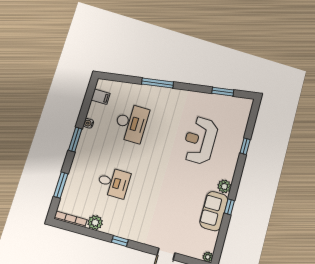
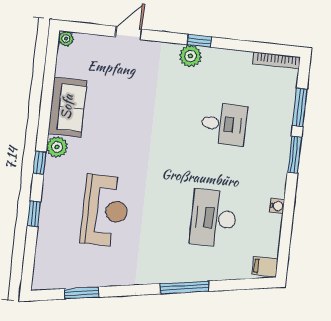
filing cabinet: (101, 97) -> (265, 267), moved
window: (75, 140) -> (295, 155), moved
desk: (113, 183) -> (224, 124), turned 180
window: (229, 207) -> (40, 163), moved
plant: (95, 223) -> (190, 56), moved

